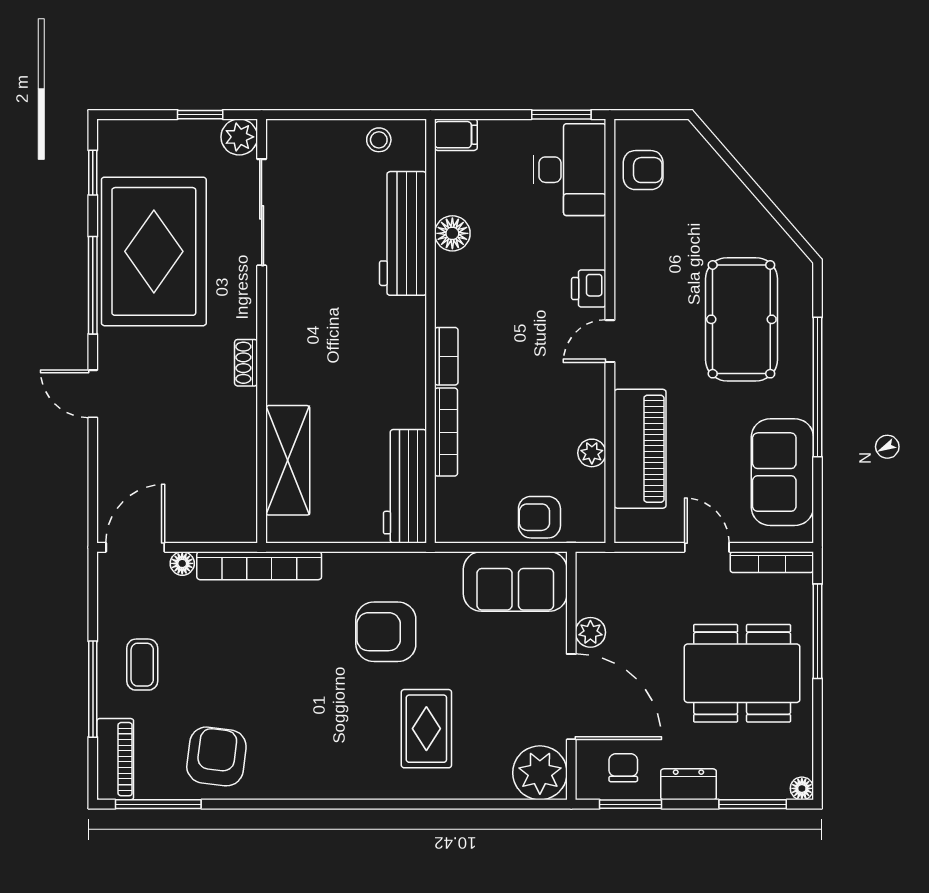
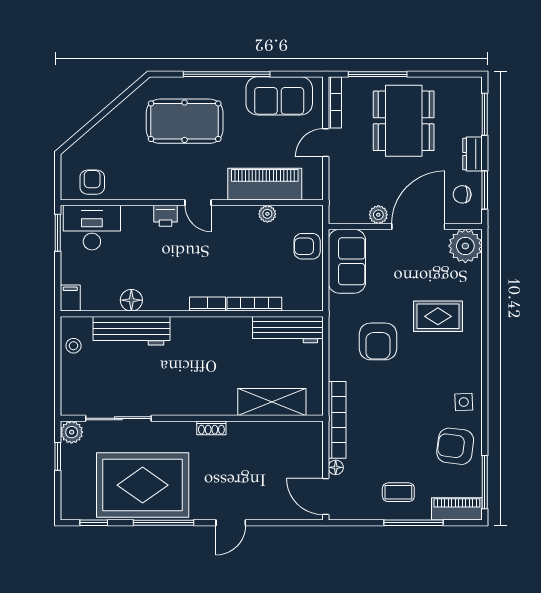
armchair: (539, 517) -> (307, 246), turned 90
side table: (288, 770) -> (464, 402), added
floor lamp: (802, 788) -> (475, 84), removed

